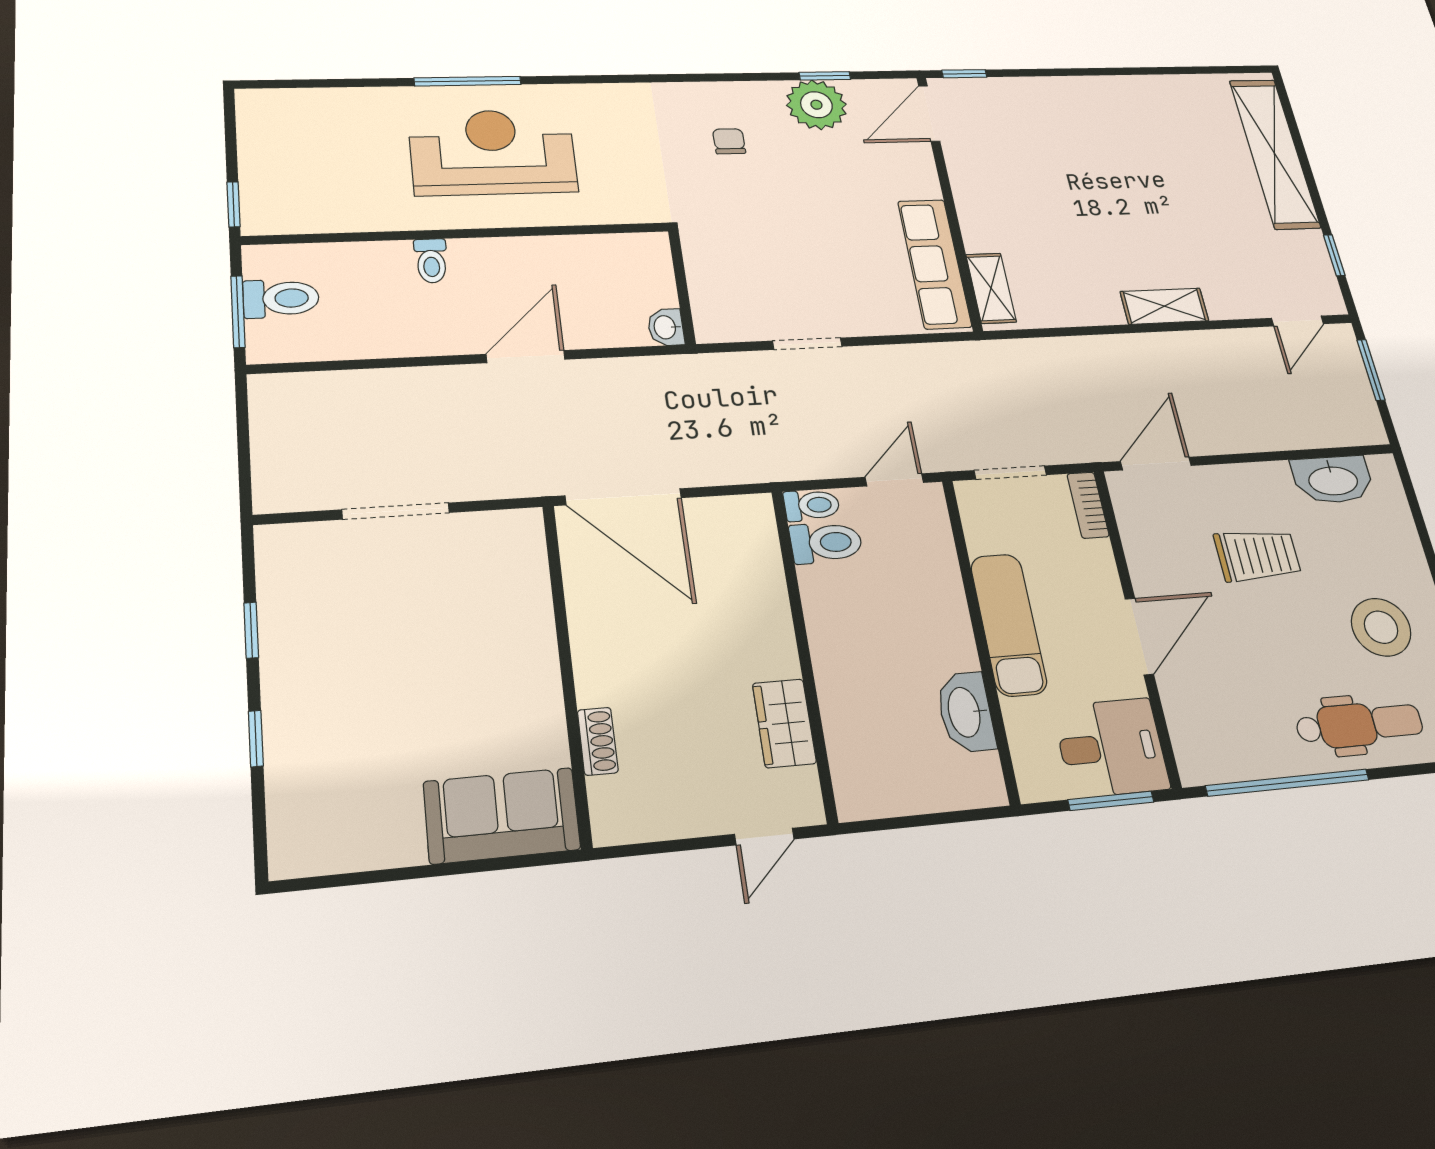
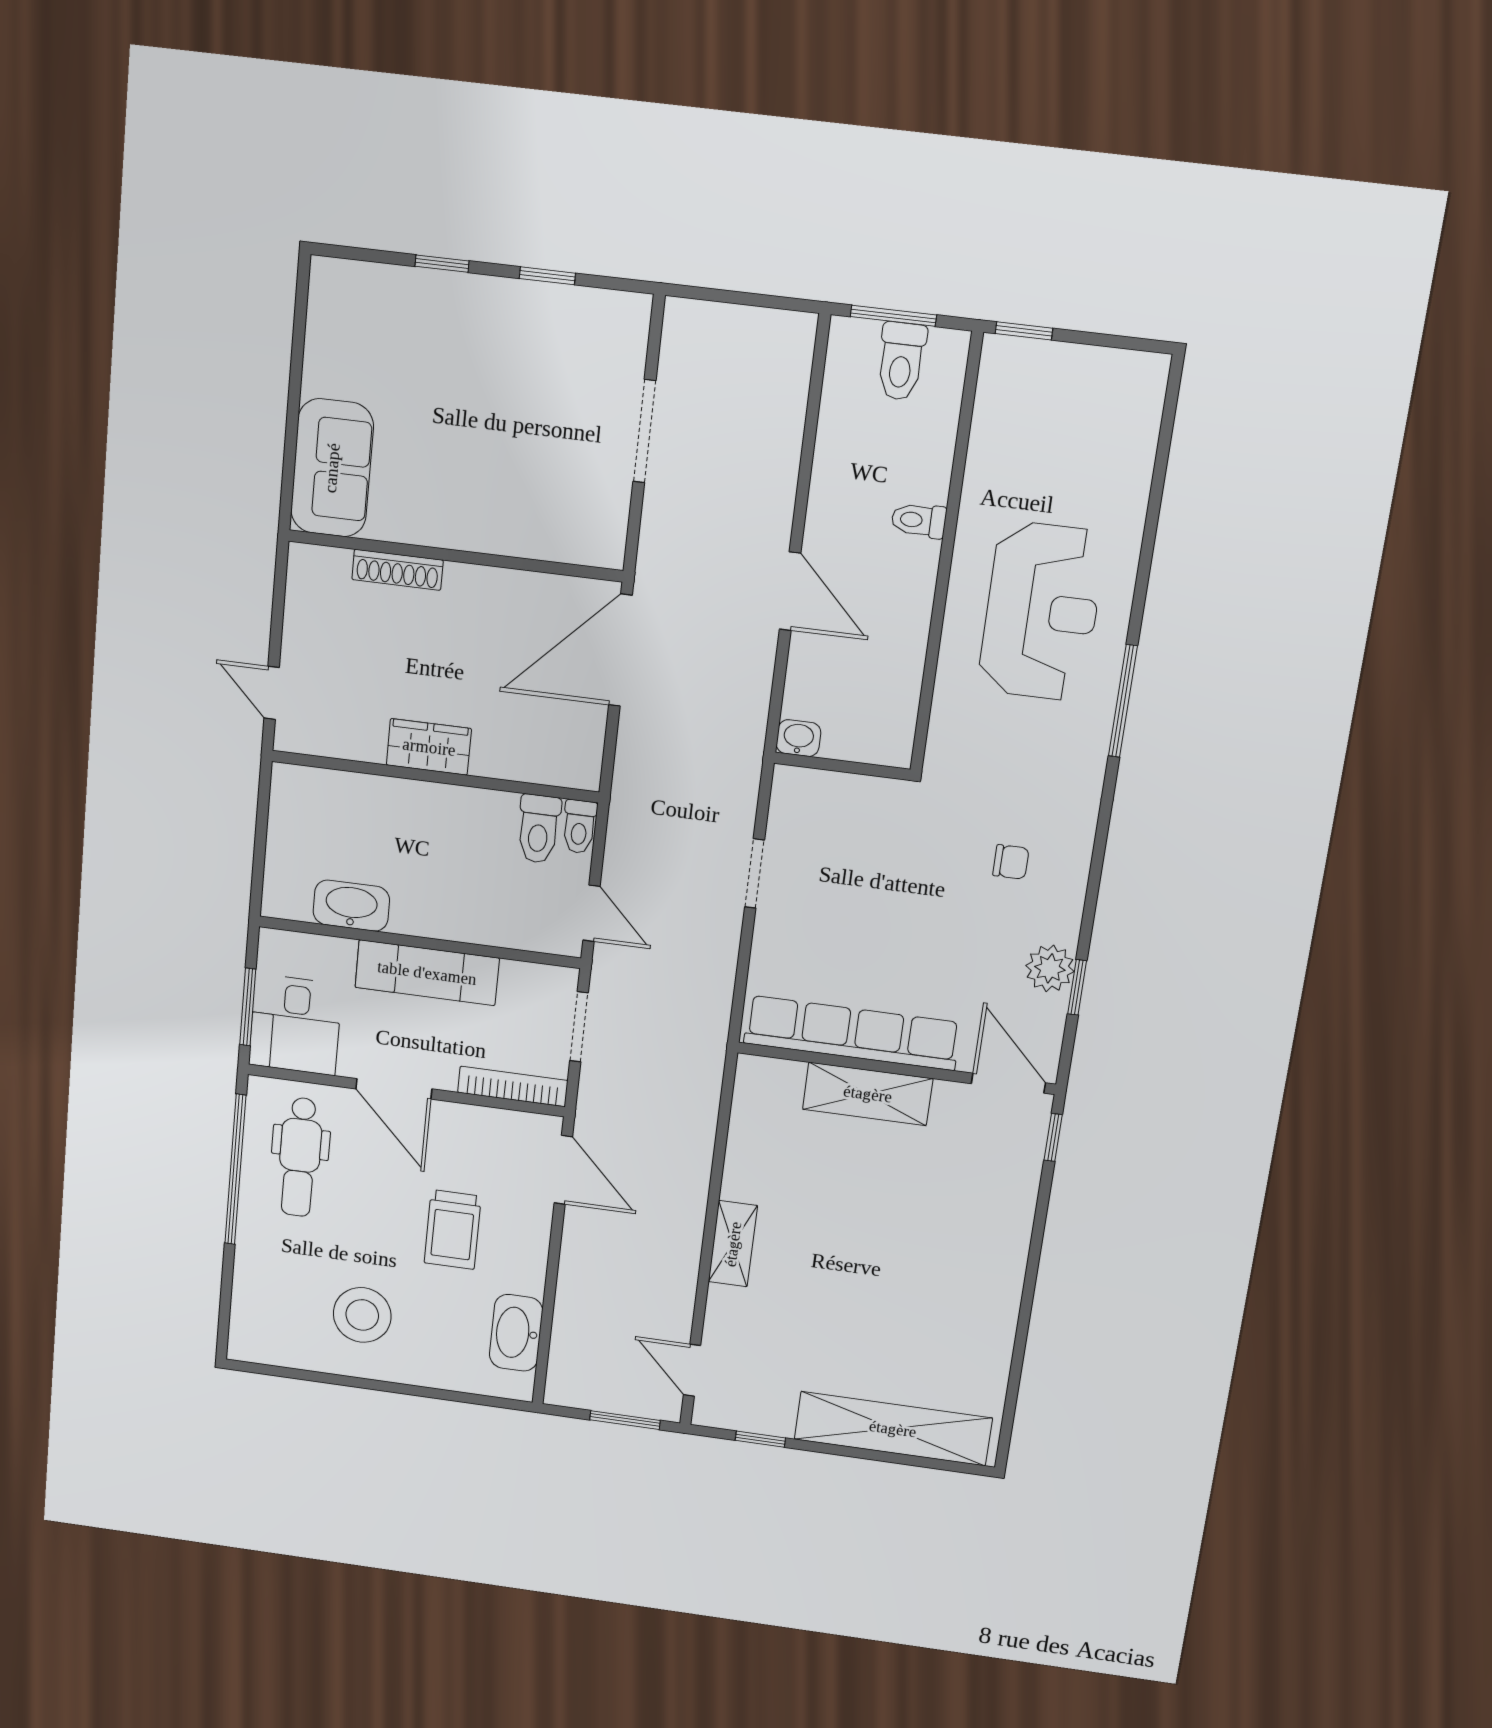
window: (468, 81) -> (1123, 701), moved
plant: (816, 105) -> (1050, 968), width x0.73, depth x0.73
row of seats: (934, 264) -> (852, 1033), width x1.36
shelving: (991, 288) -> (868, 1094), moved, width x1.50, depth x1.33
bookcase: (1088, 505) -> (513, 1086), width x1.56
wardrobe: (784, 723) -> (429, 747), moved
dental chair: (1359, 725) -> (300, 1157), moved
shoe rack: (598, 741) -> (397, 570), width x1.43

